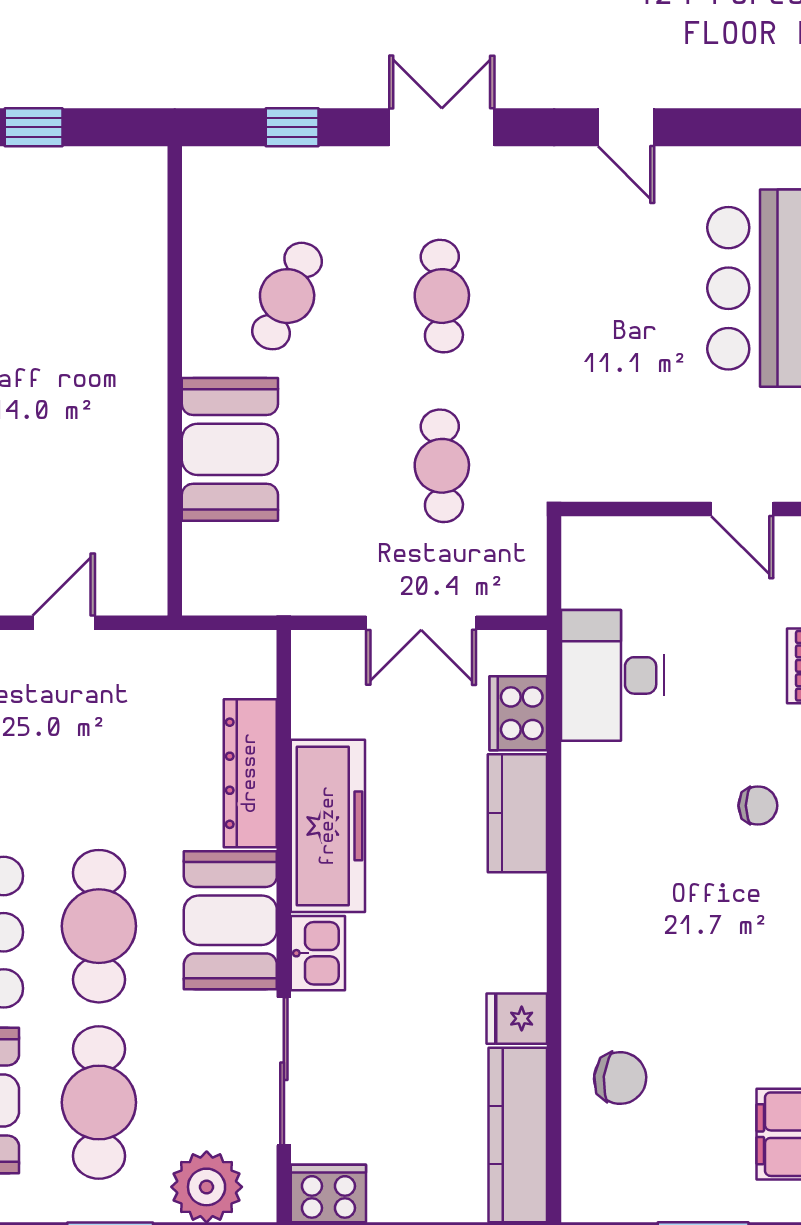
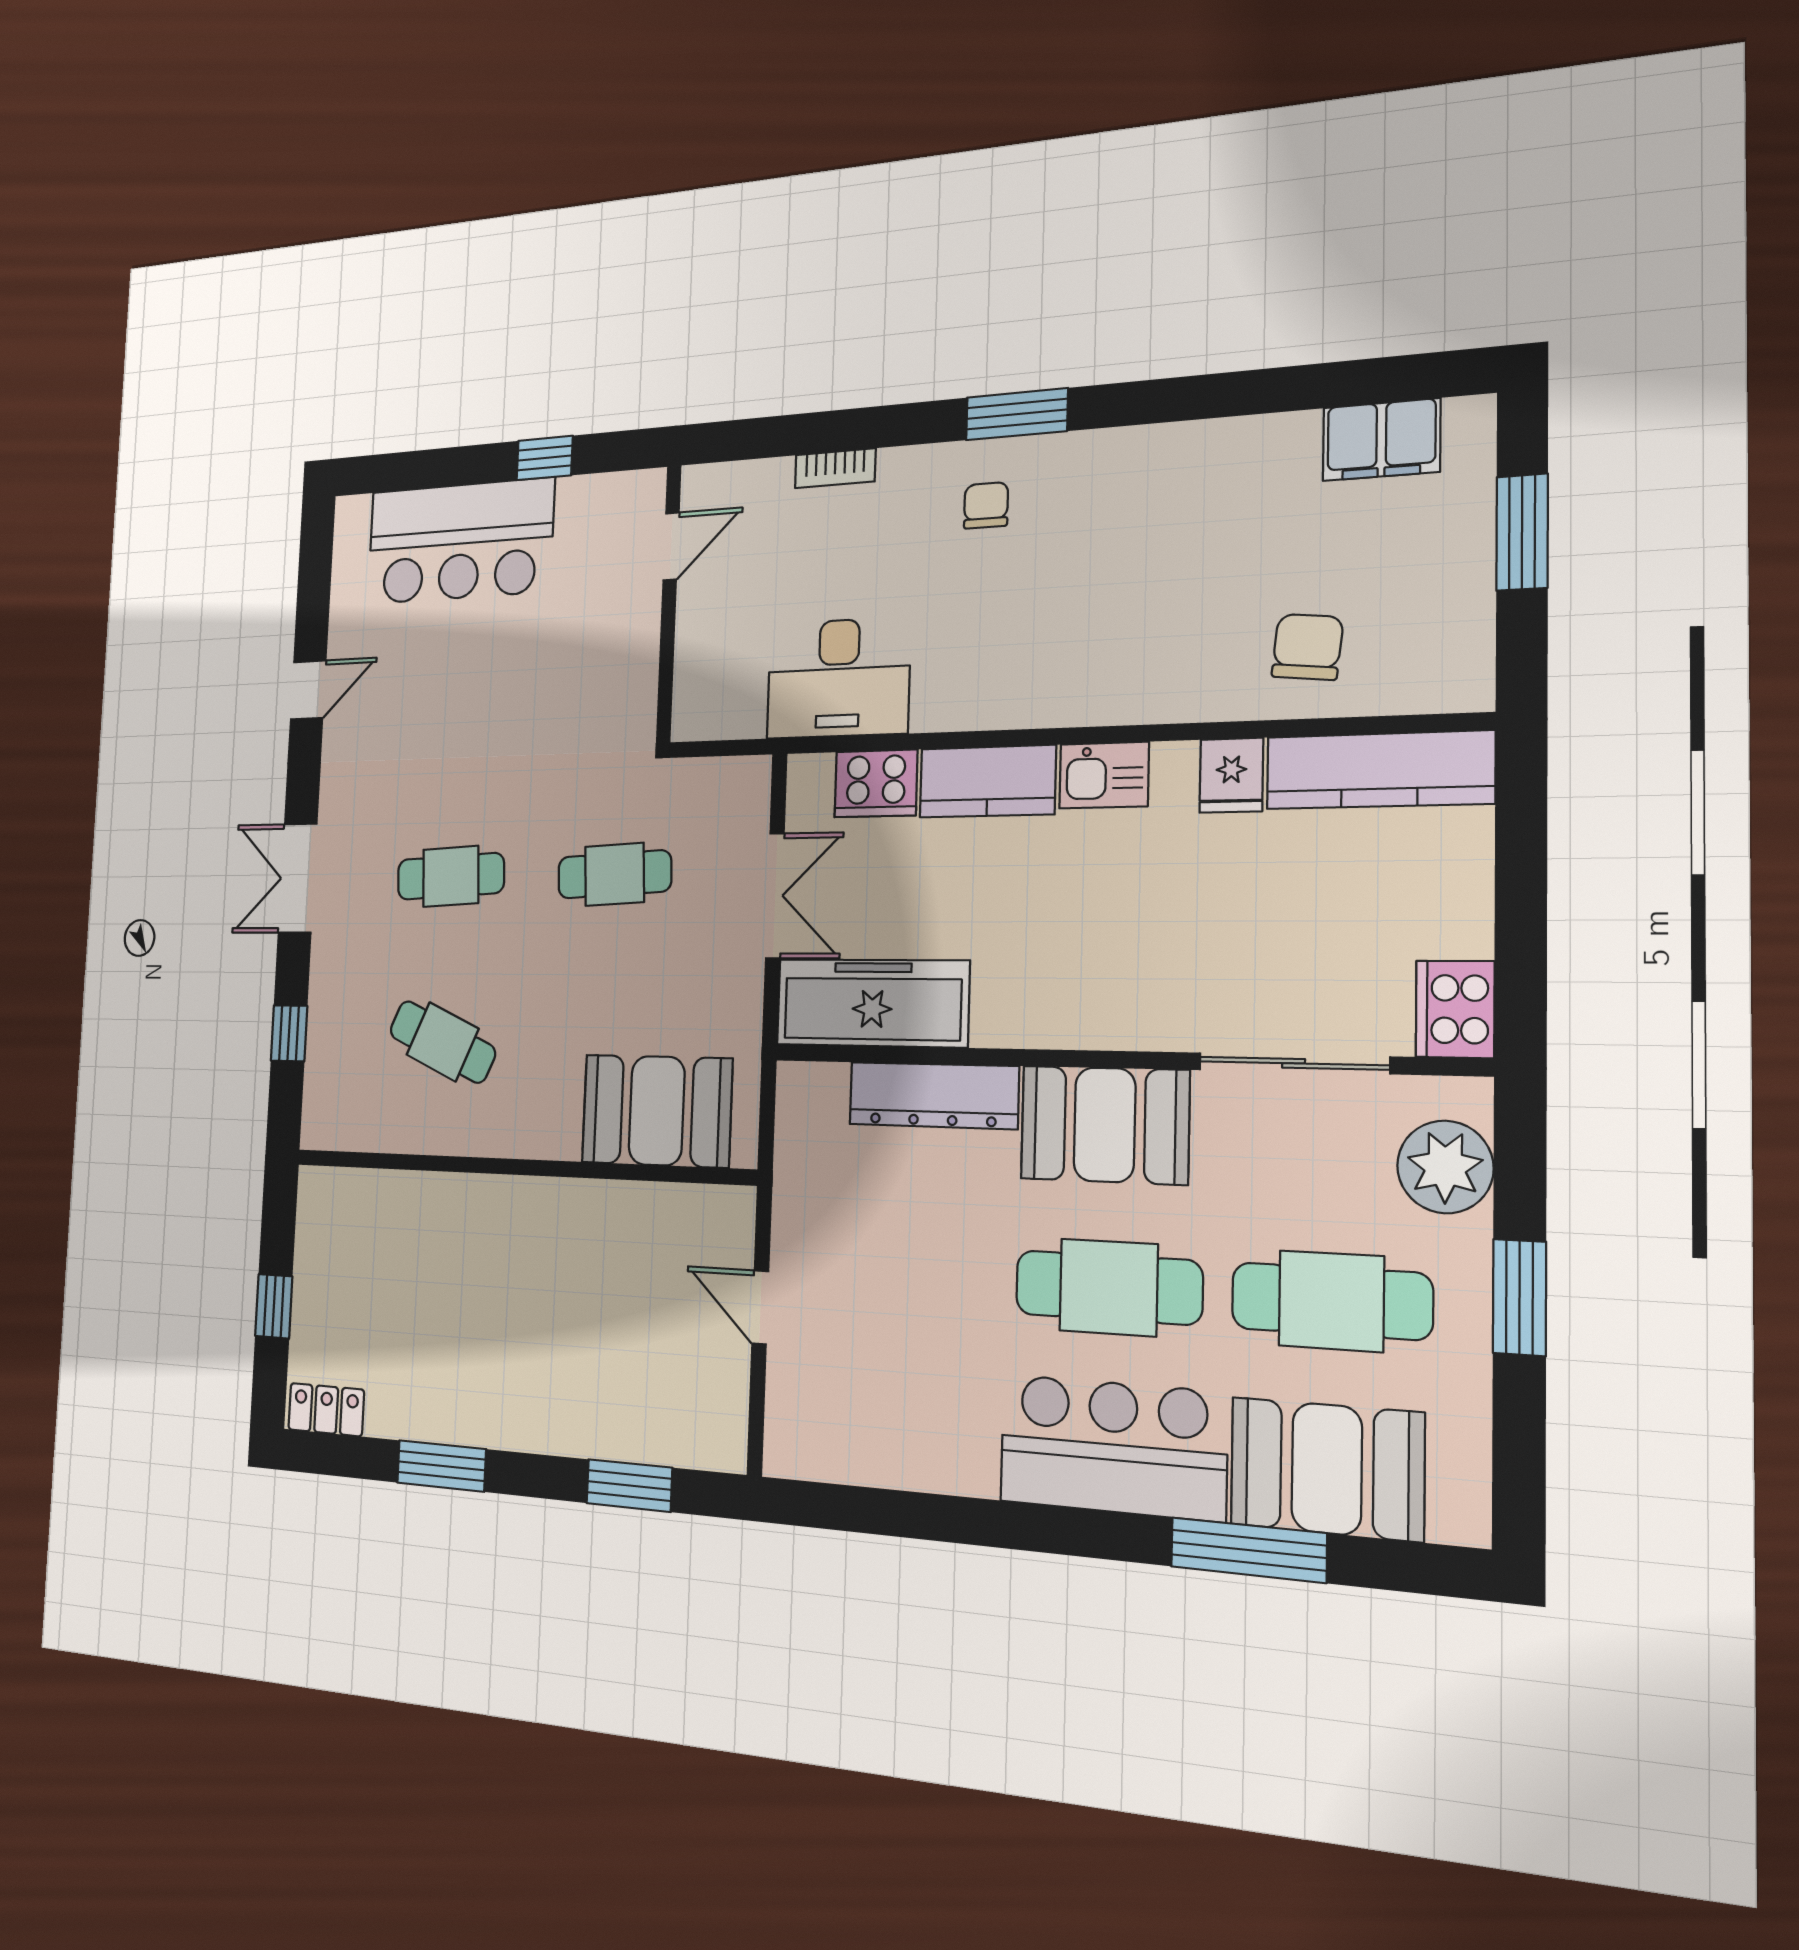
booth: (230, 449) -> (657, 1111), moved
freezer: (328, 826) -> (872, 1003), moved
kitchen sink: (318, 953) -> (1104, 775), moved, turned 180

